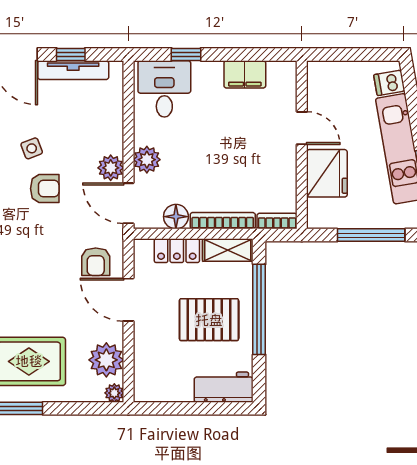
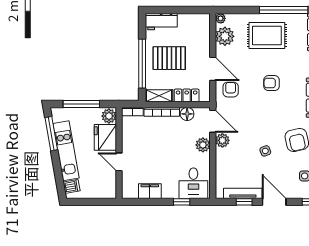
armchair: (45, 189) -> (272, 83), moved
plant: (320, 213) -> (109, 116), added

